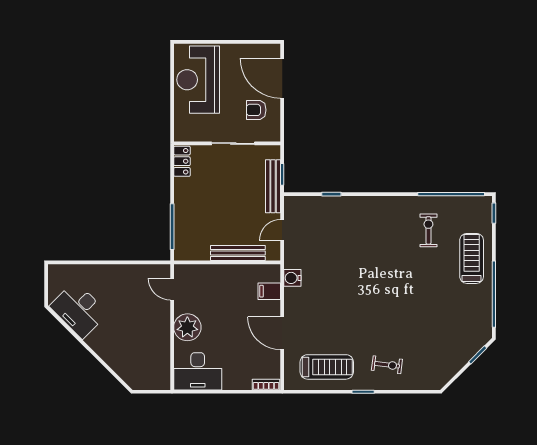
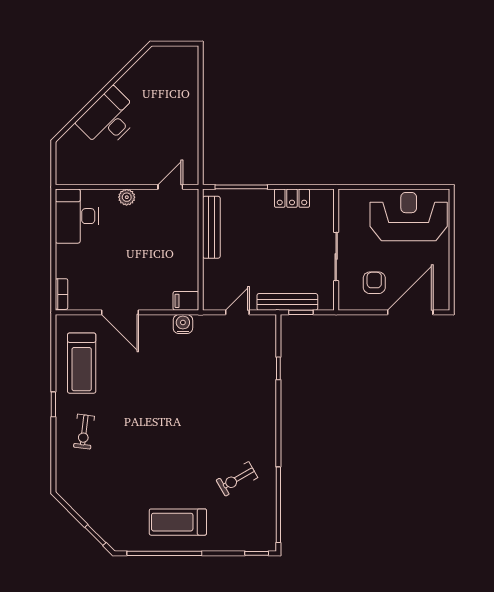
locker: (182, 161) -> (292, 198), moved
door: (282, 230) -> (237, 312), hinge flipped
exercise bike: (428, 230) -> (237, 479), turned 150
bench: (238, 253) -> (211, 227), moved
treadmill: (472, 258) -> (178, 522), moved, turned 180
filing cabinet: (269, 291) -> (186, 301), moved, turned -90
desk: (79, 310) -> (109, 119), moved
plant: (187, 327) -> (127, 197), width x0.53, depth x0.53
door: (282, 333) -> (120, 312), swing flipped

